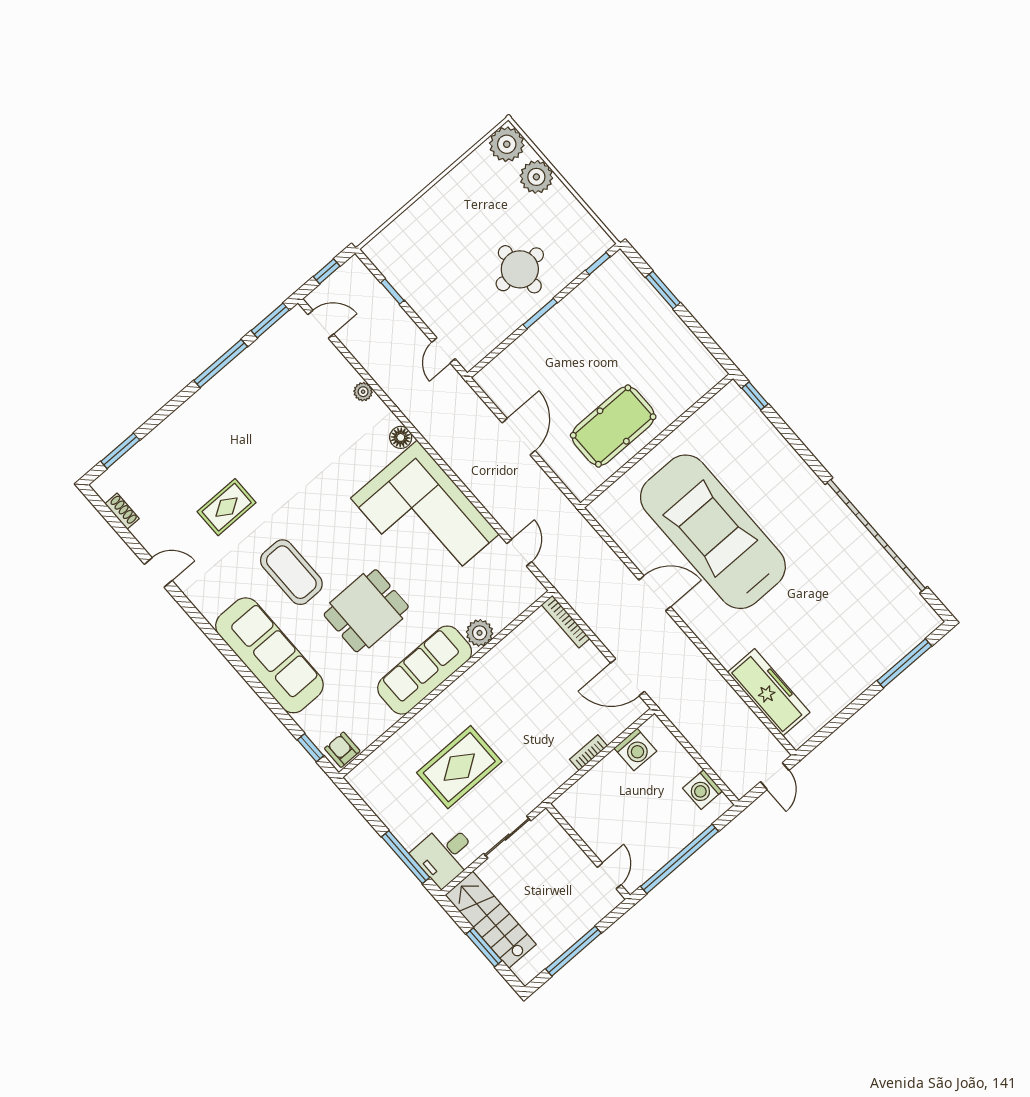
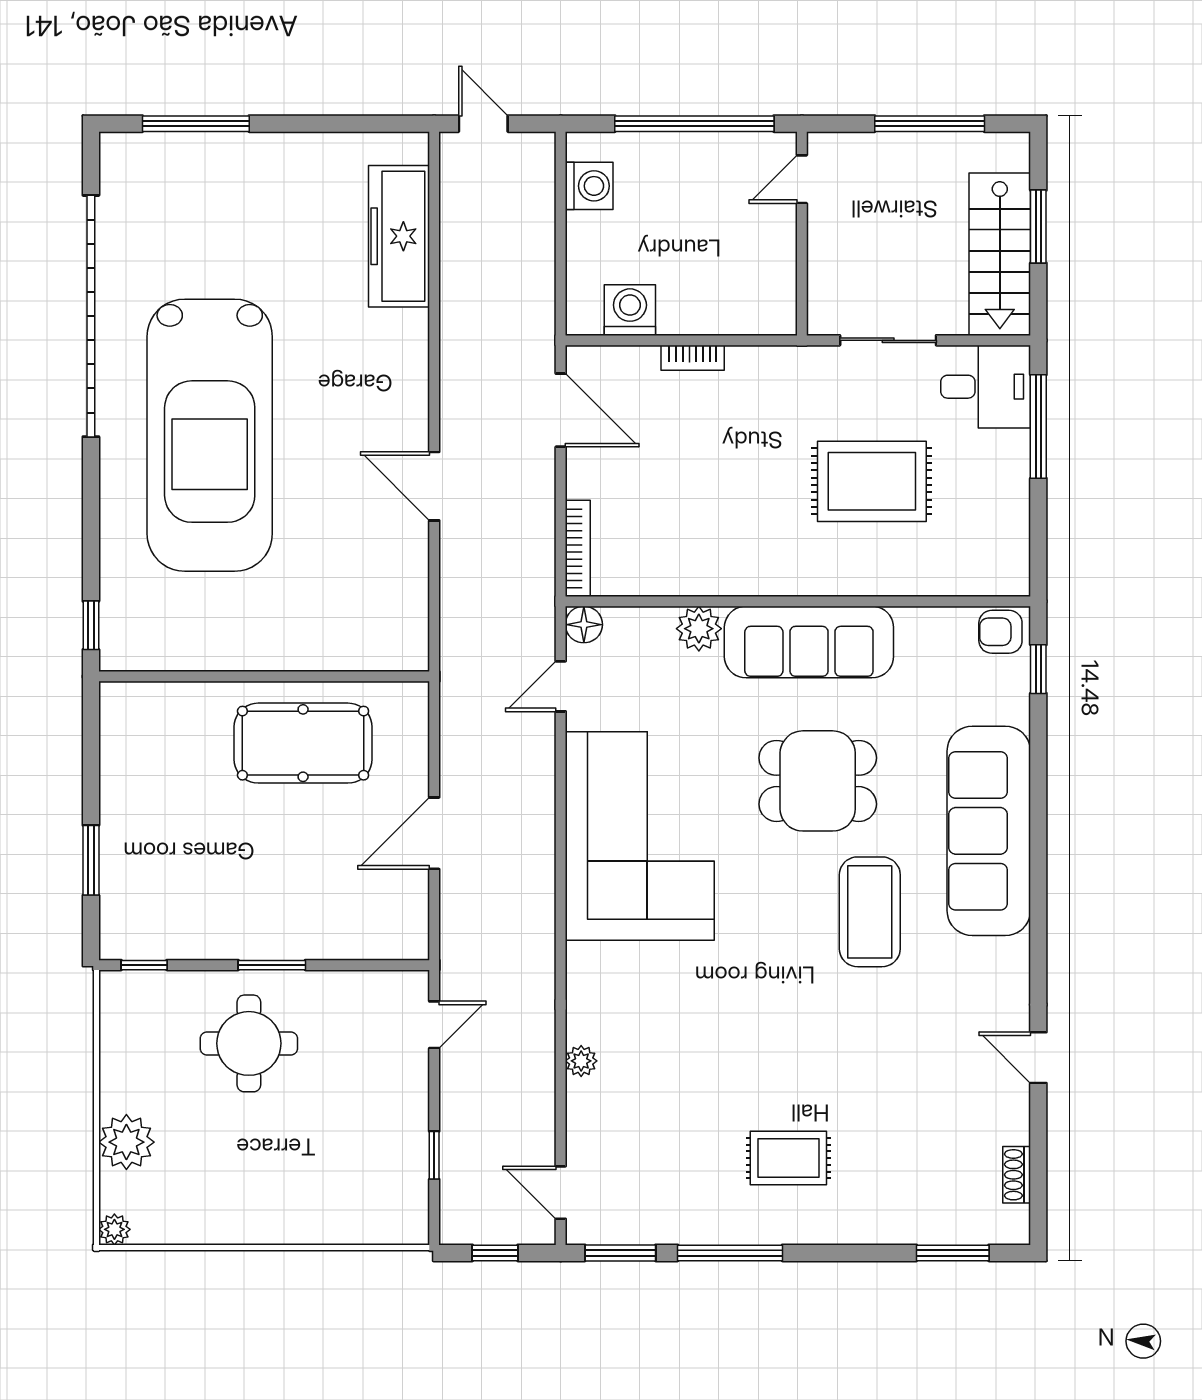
plant: (507, 144) -> (114, 1229), width x0.53, depth x0.53
floor lamp: (401, 437) -> (584, 625), moved
rug: (227, 507) -> (788, 1158), moved
car: (713, 532) -> (210, 435), moved
armchair: (342, 750) -> (1000, 632), turned 90
door: (775, 776) -> (483, 124), hinge flipped

